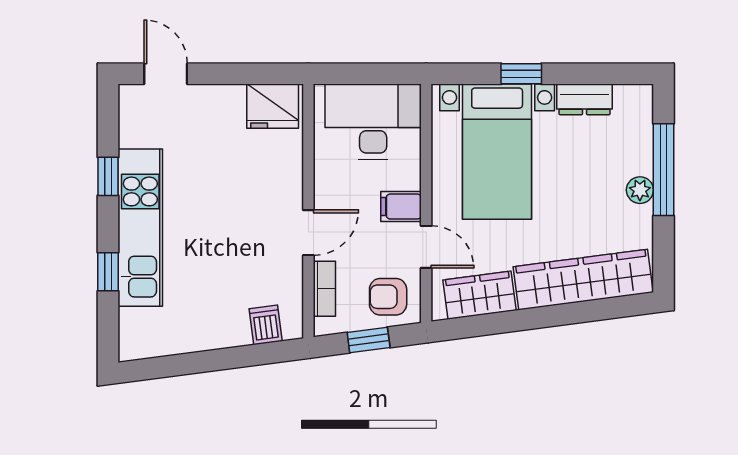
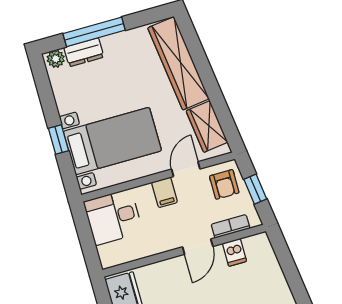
dresser: (585, 99) -> (84, 52), moved, turned 90
desk: (373, 122) -> (113, 217), width x0.73
plant: (640, 190) -> (56, 59), moved
door: (308, 233) -> (198, 247), swing flipped
dishwasher: (266, 325) -> (234, 252), moved, turned -83

